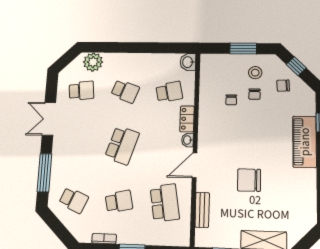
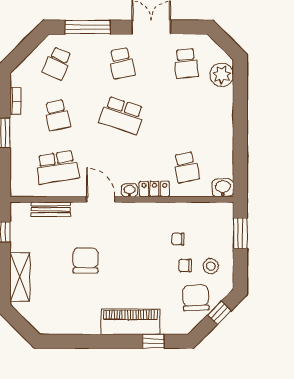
window: (243, 48) -> (240, 233), moved
chair: (283, 86) -> (196, 298), width x1.87, depth x1.87
school desk: (125, 91) -> (122, 63), moved, turned -33

